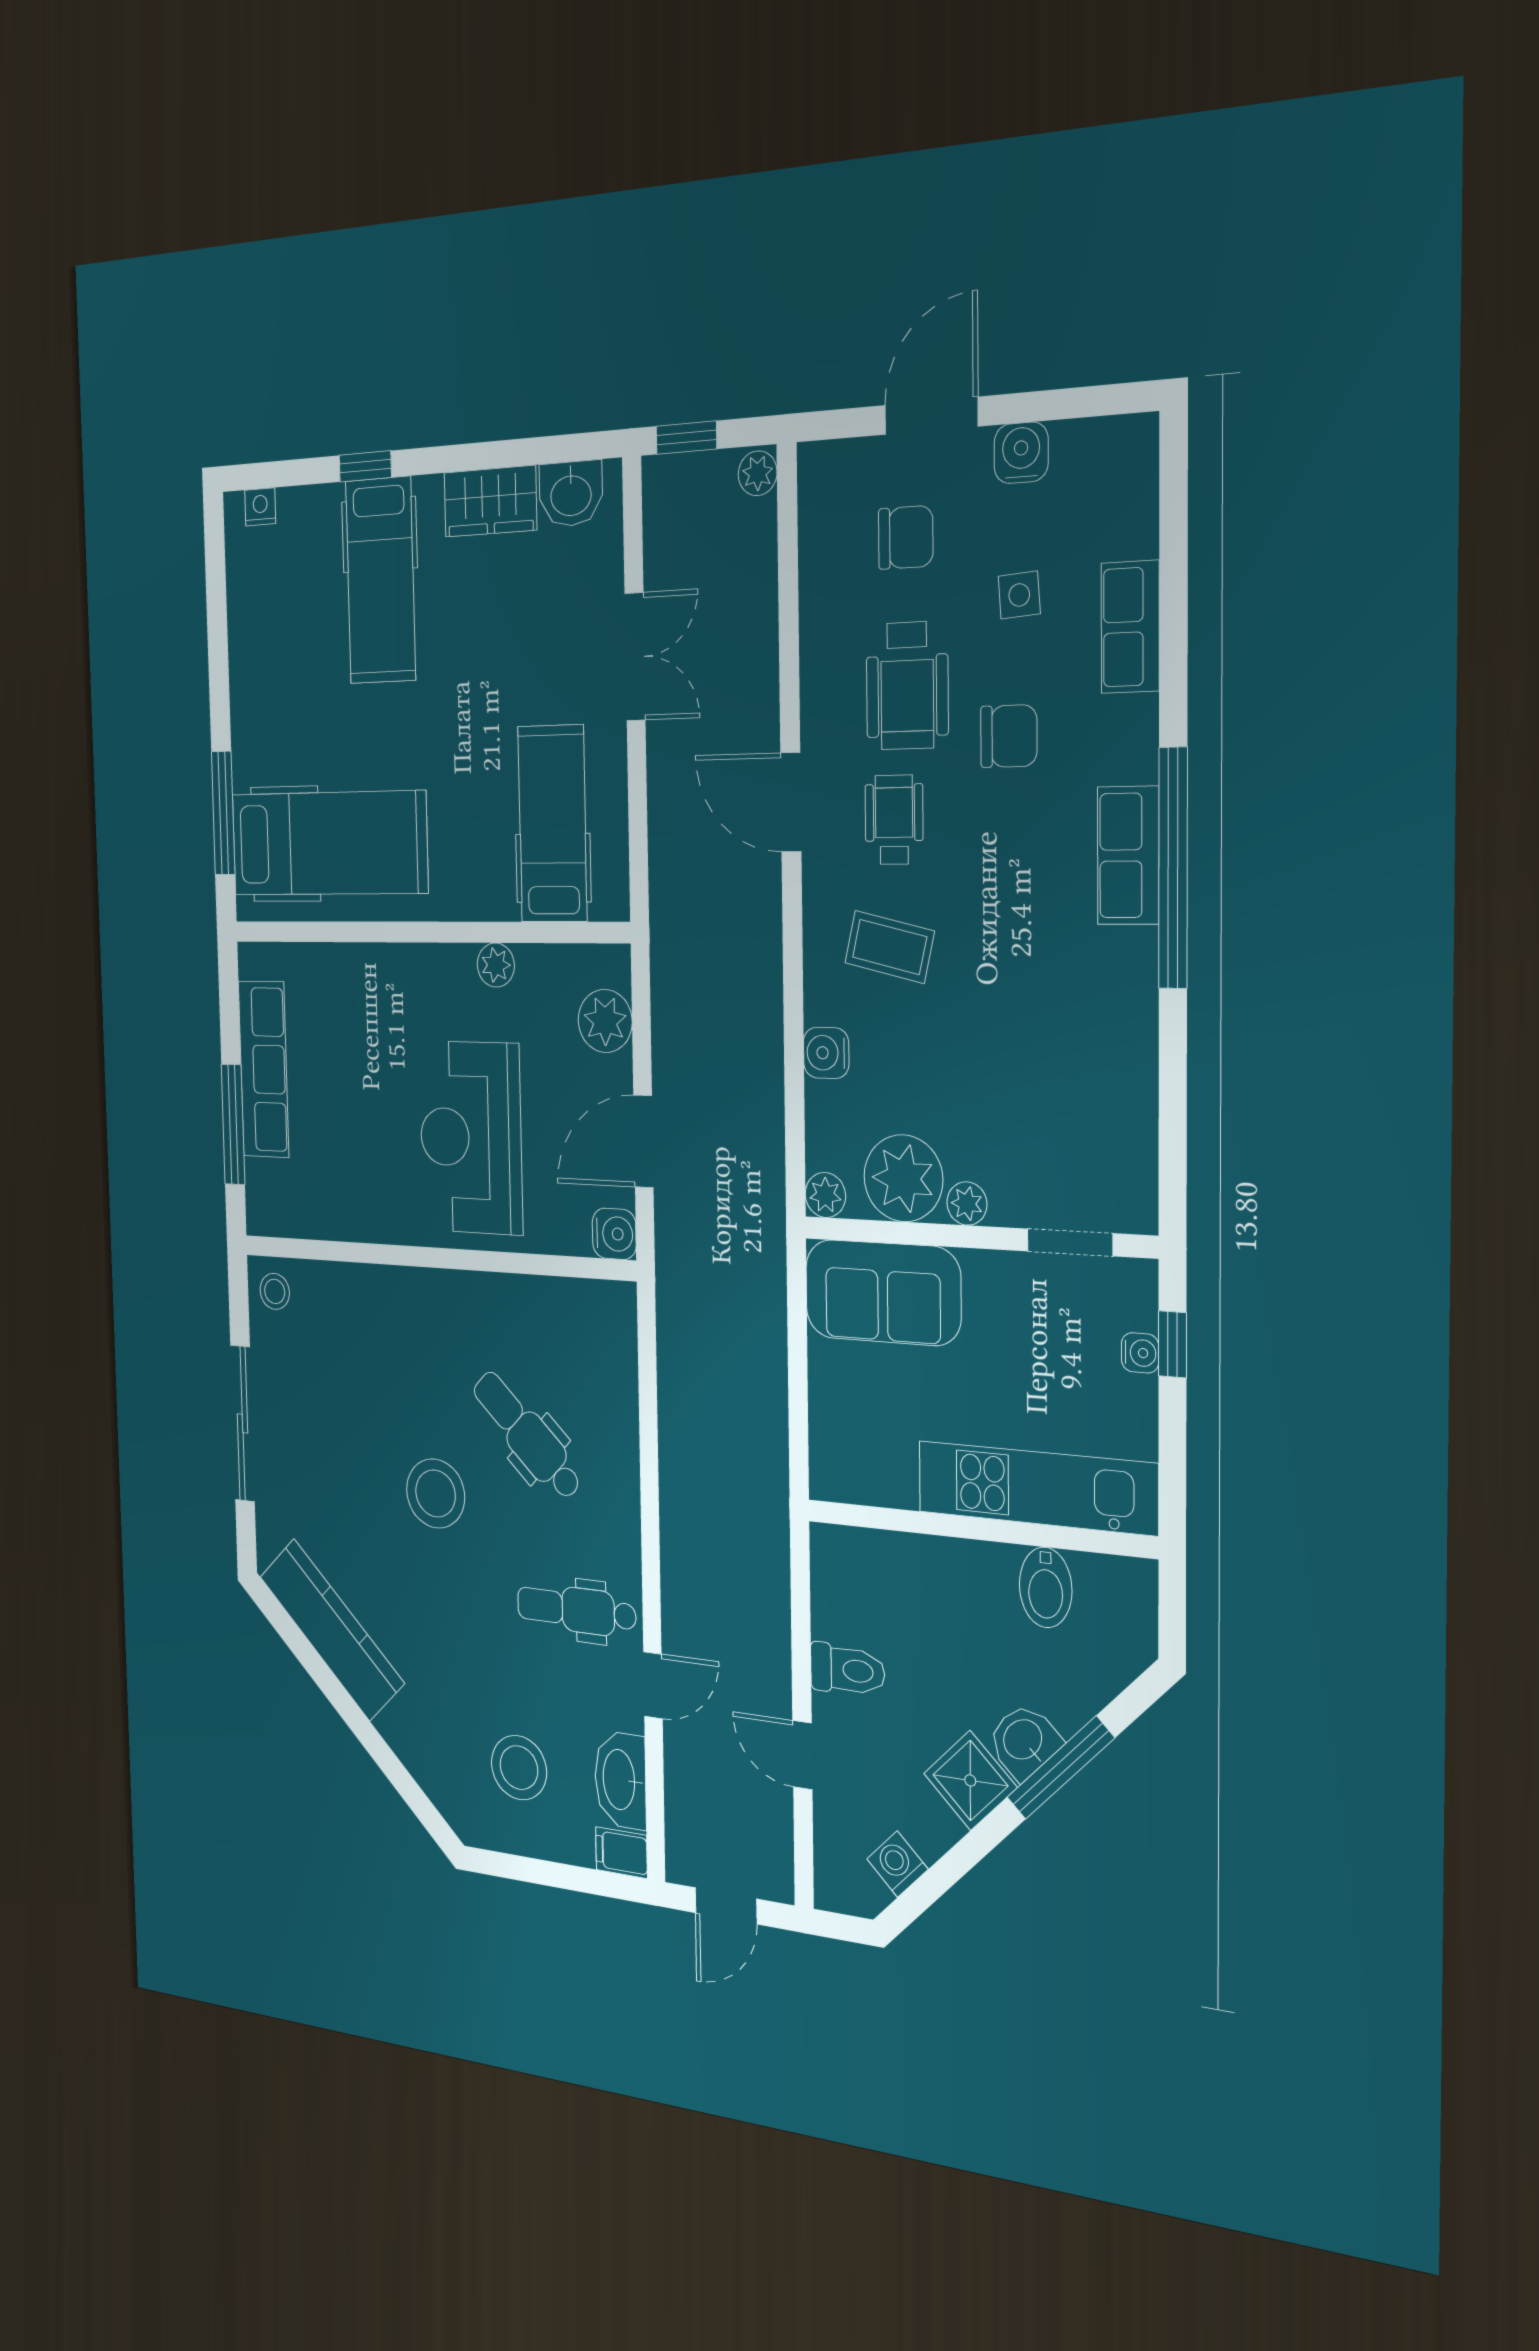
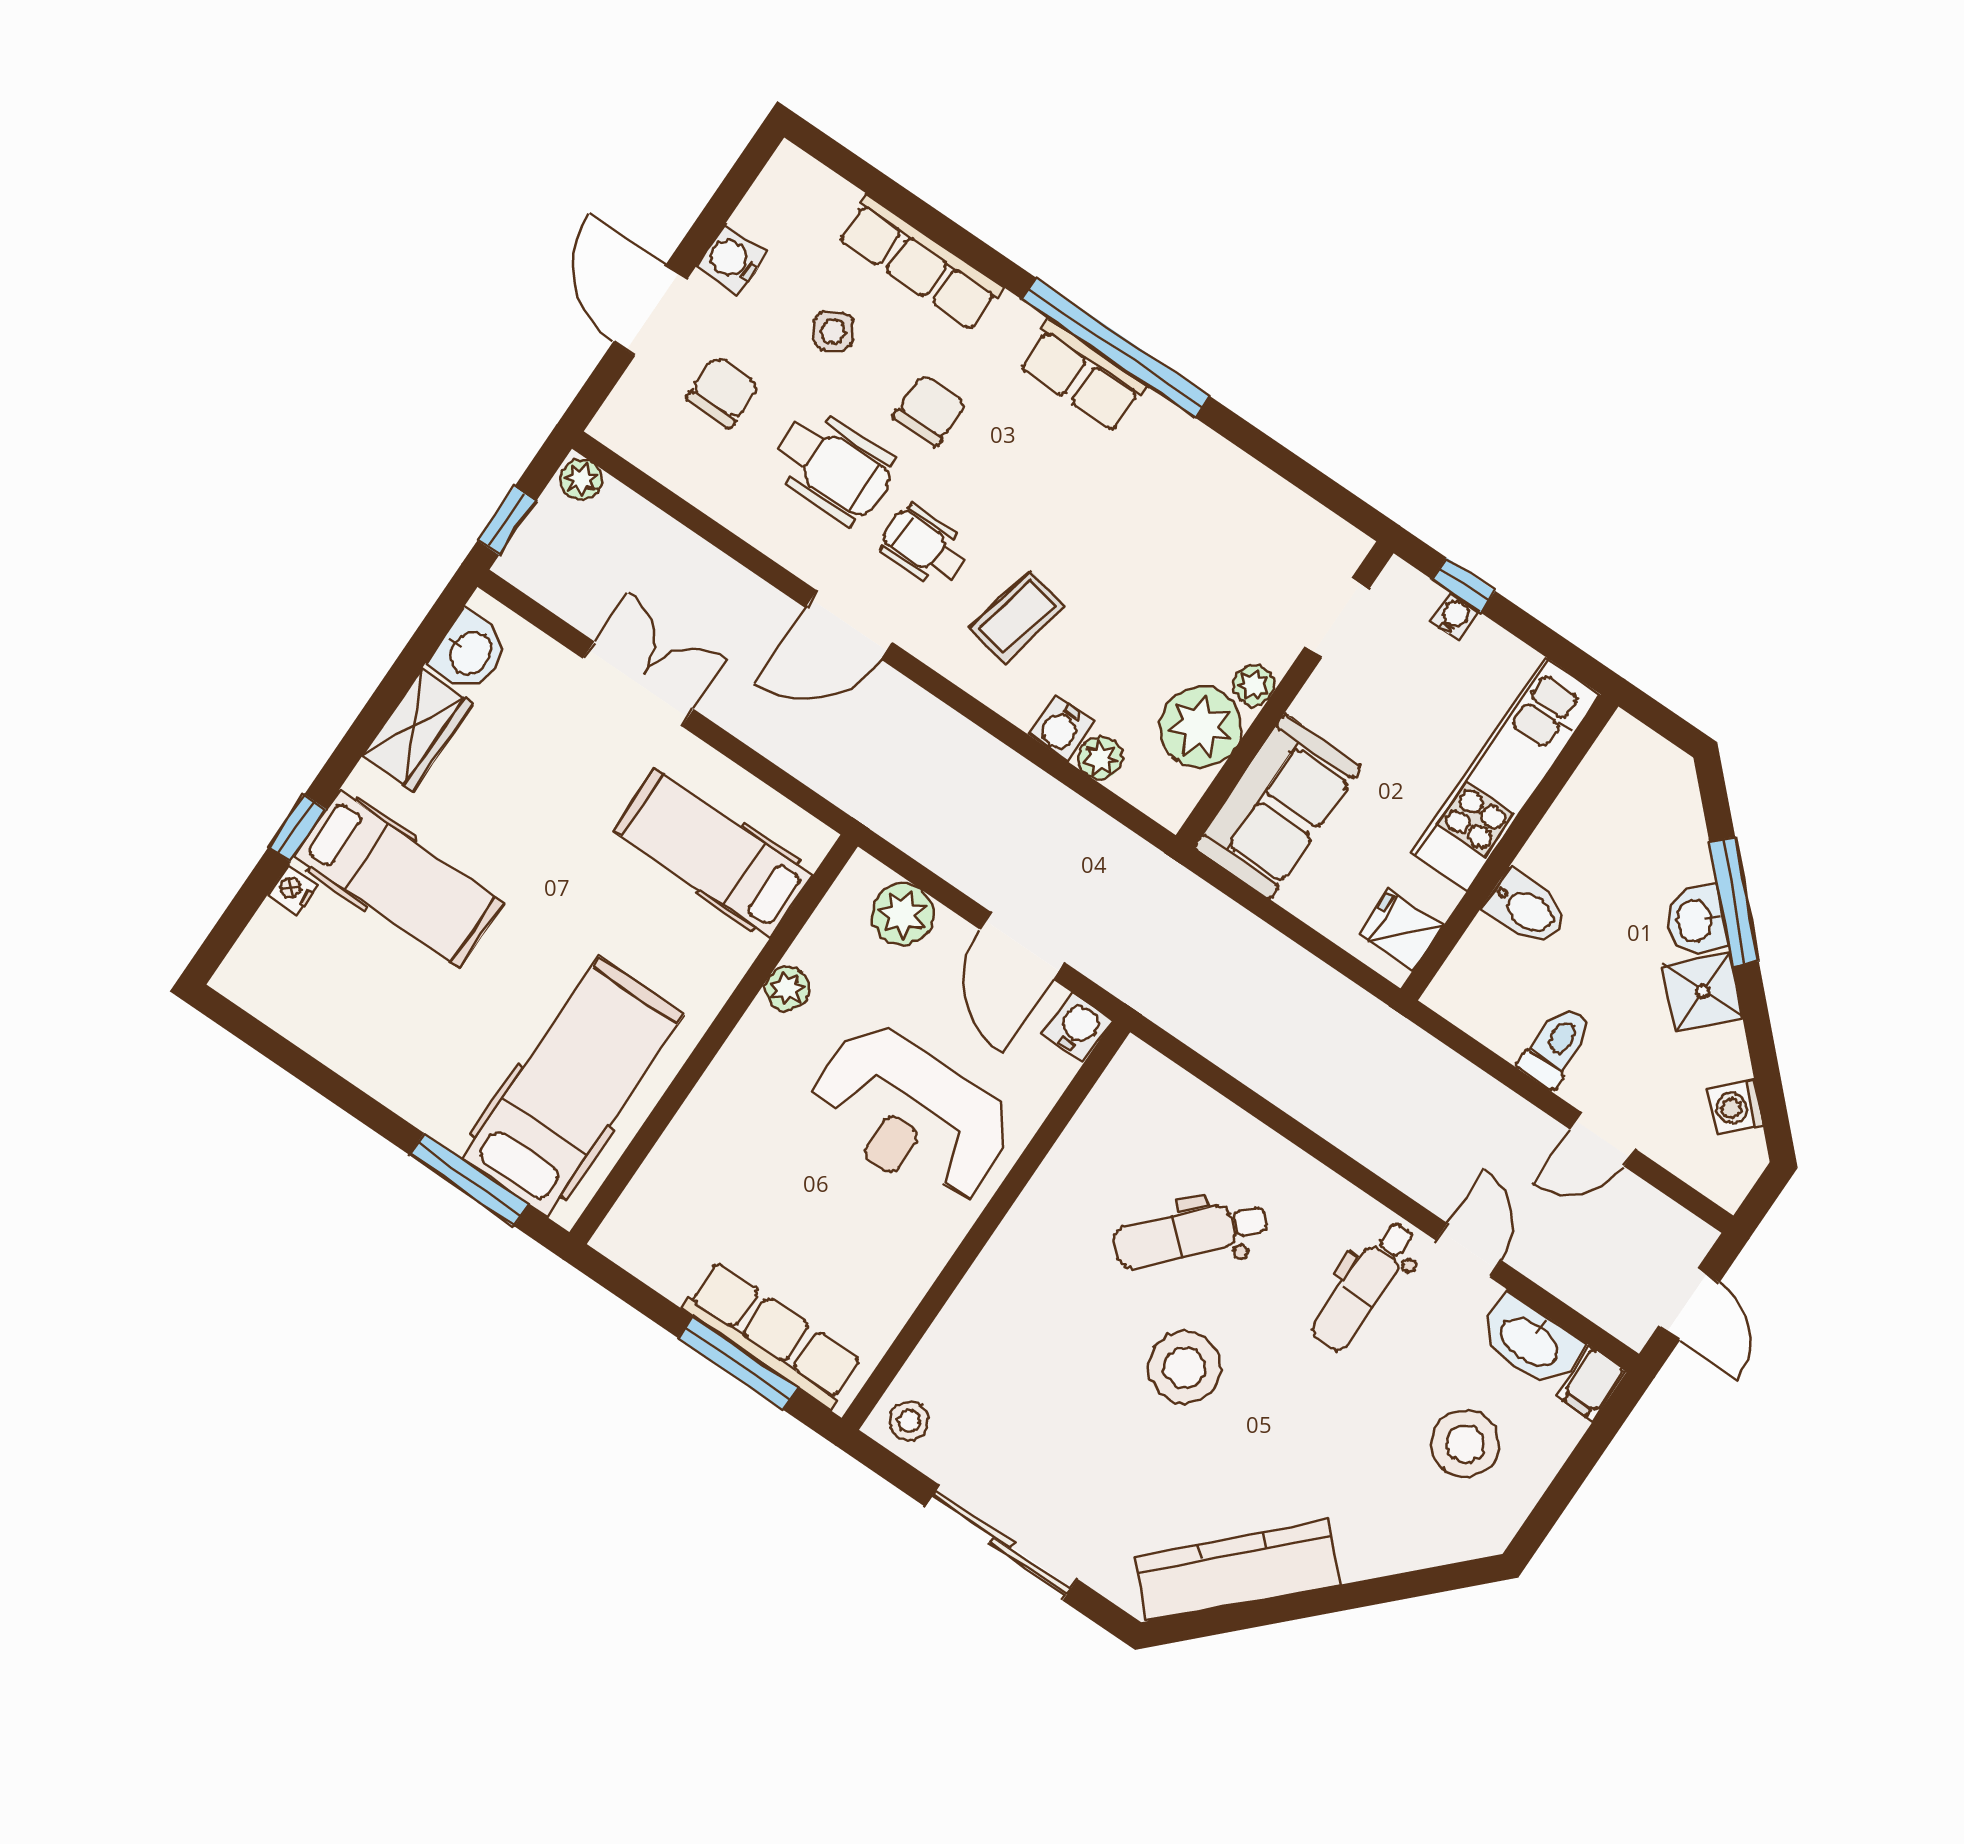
nightstand: (260, 507) -> (293, 890), moved
side table: (1019, 595) -> (833, 331), turned -30
row of seats: (1130, 627) -> (920, 263), width x1.48
row of seats: (264, 1069) -> (772, 1335), moved
plant: (825, 1195) -> (1100, 758), moved
fridge: (854, 1470) -> (1401, 930), added
bidet: (1046, 1587) -> (1526, 909), moved

